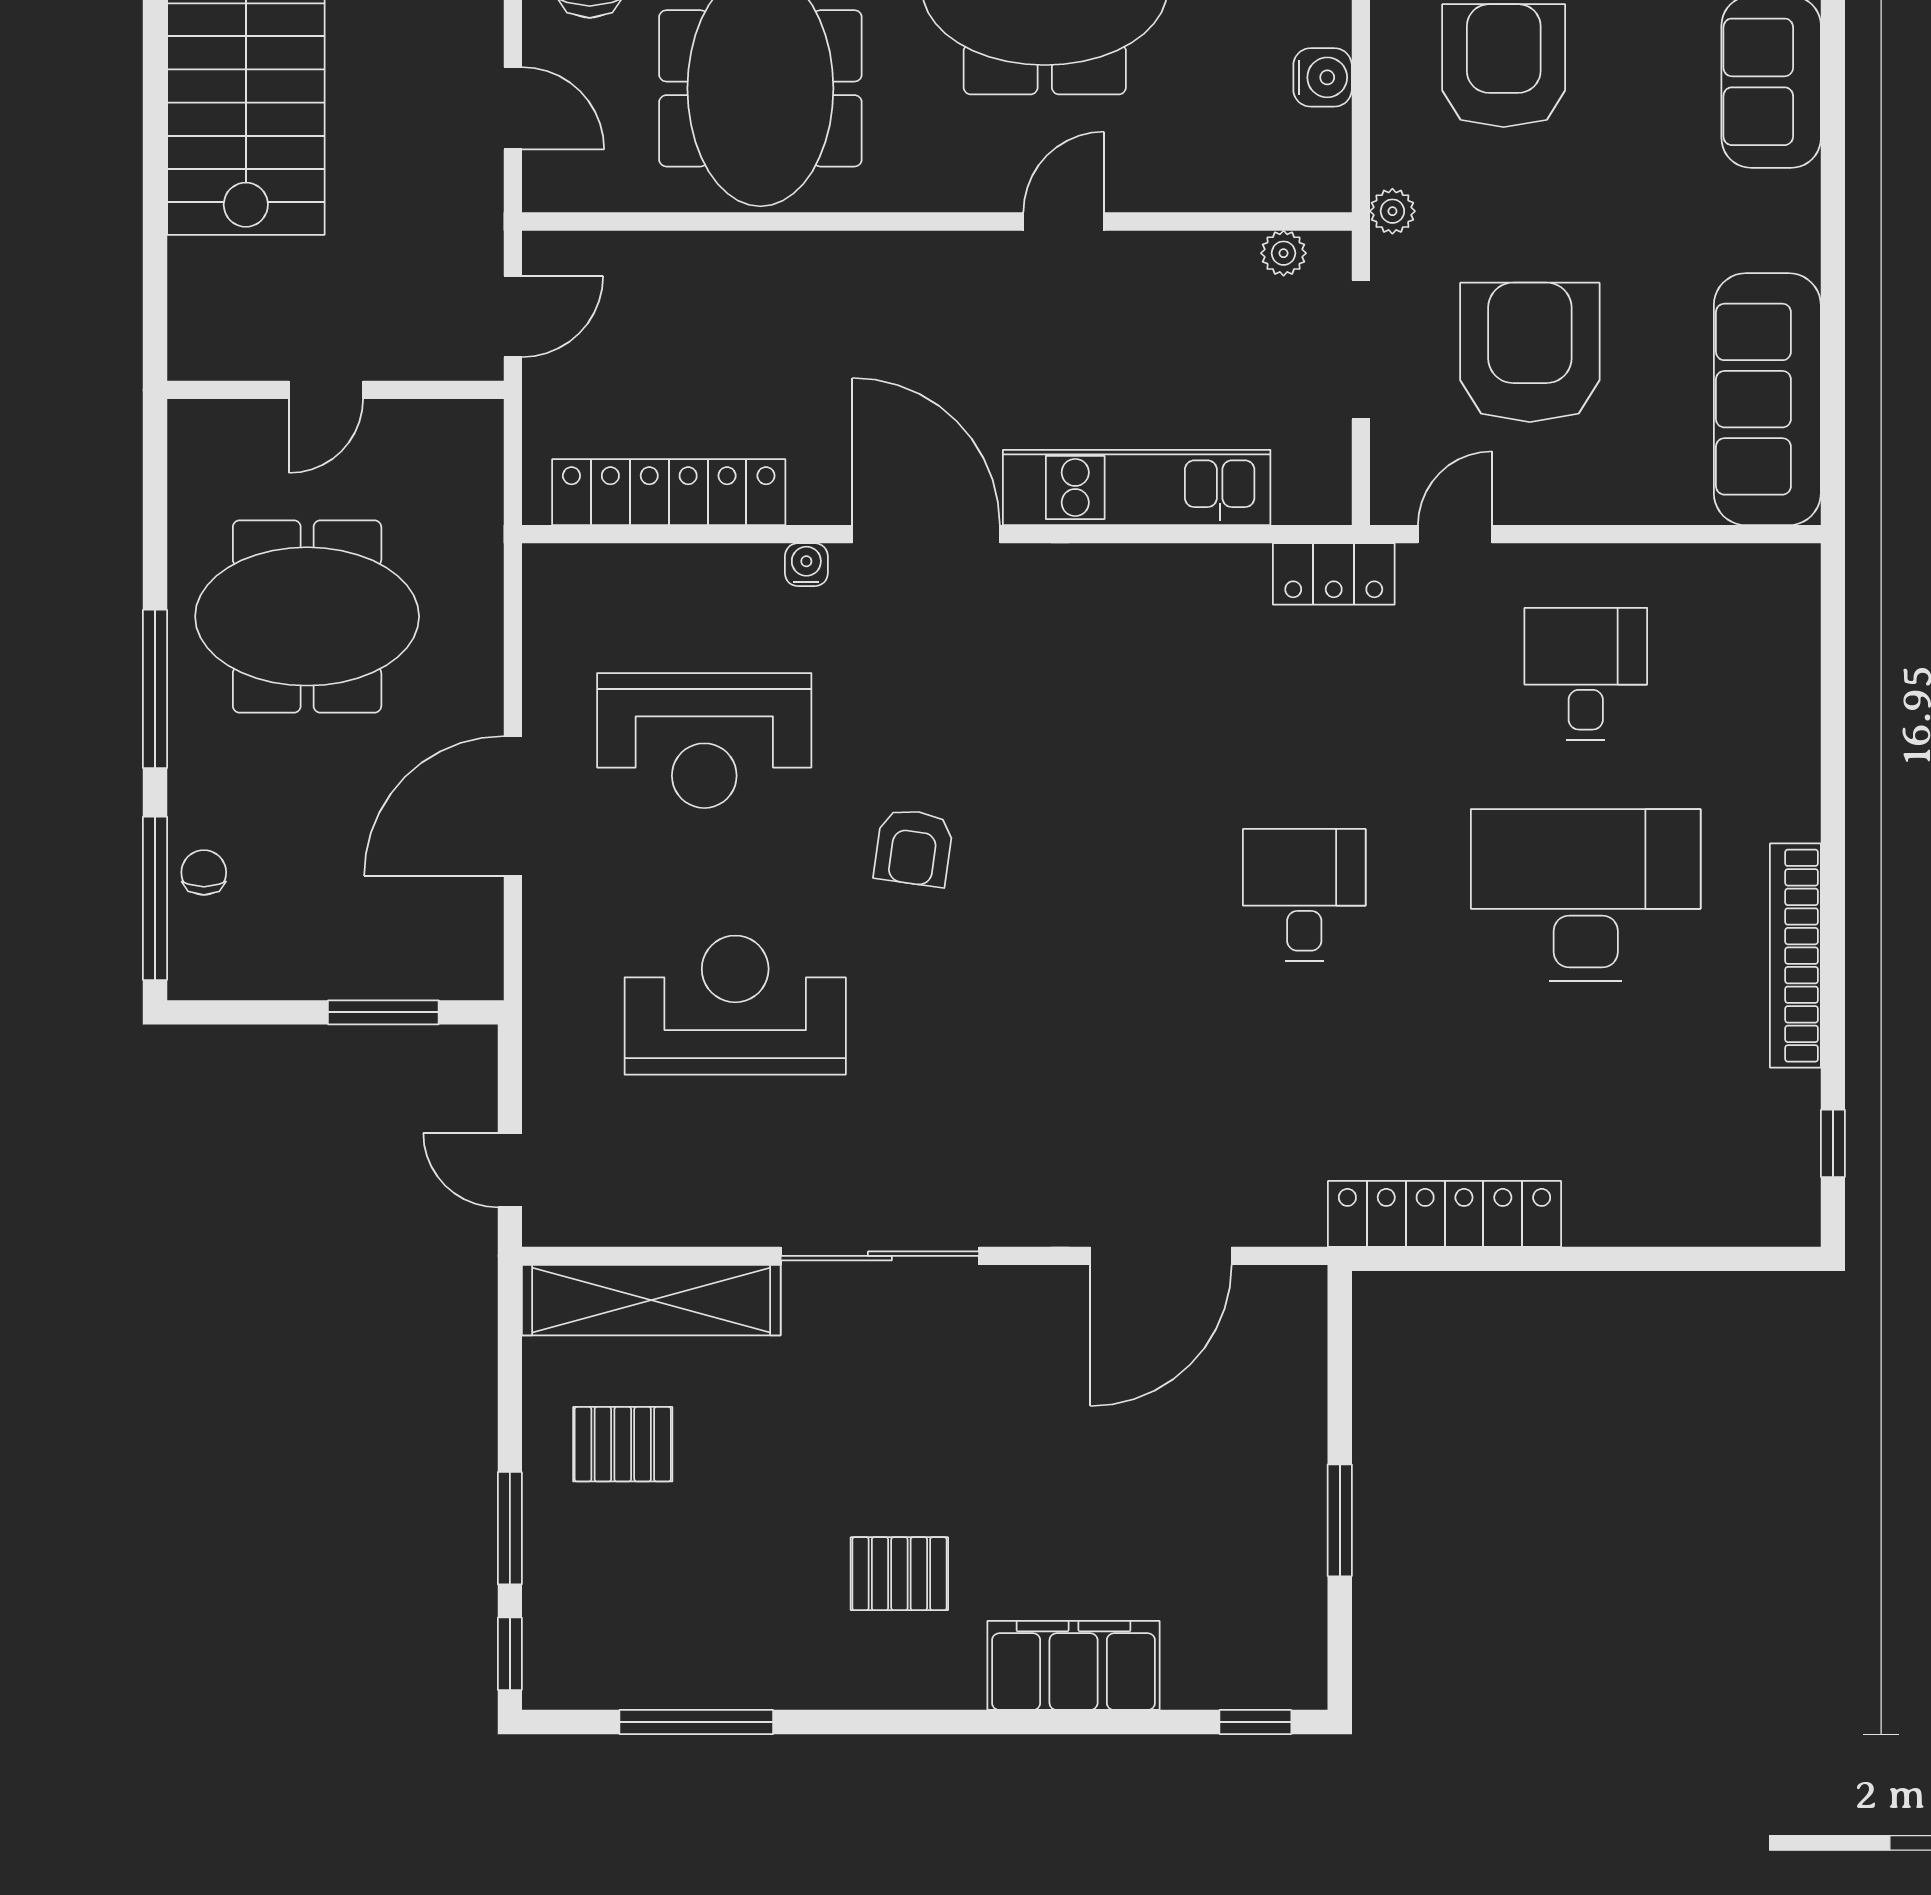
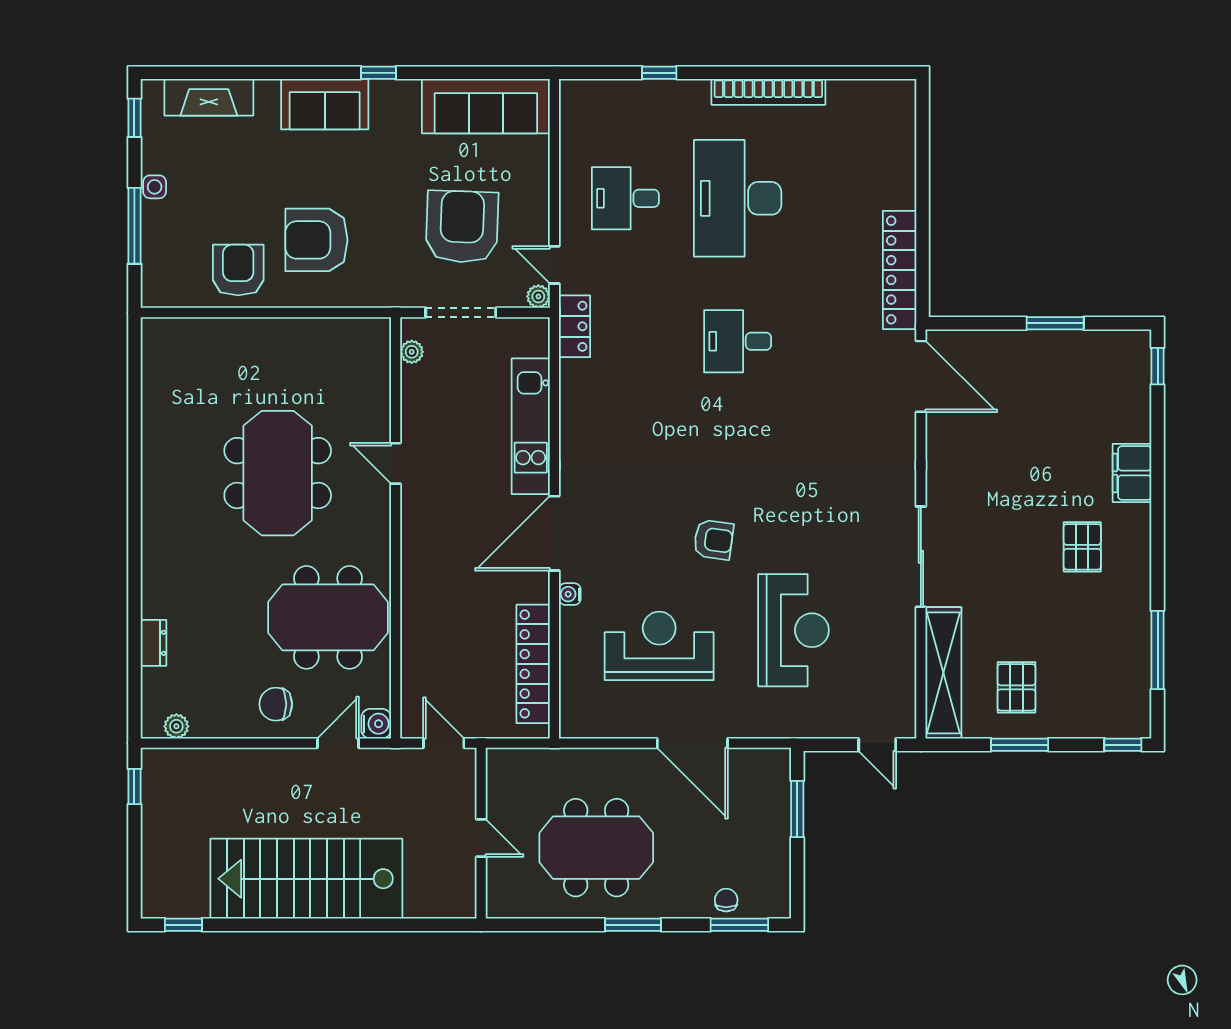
water cooler: (1323, 77) -> (376, 724), moved, turned 90
window: (1833, 188) -> (379, 73), added
plant: (1392, 211) -> (538, 296), moved
armchair: (1530, 352) -> (462, 227), turned 92
meeting table: (307, 616) -> (596, 848), turned 90
window: (155, 689) -> (633, 925), width x0.69
reception desk: (704, 741) -> (659, 646), turned -90
chair: (204, 872) -> (726, 900), turned 90
window: (155, 898) -> (739, 925), width x0.69
reception desk: (735, 1005) -> (794, 630), turned 180
window: (1833, 1143) -> (659, 73), moved
door: (510, 1170) -> (877, 745), hinge flipped
door: (1161, 1256) -> (921, 376), moved
window: (510, 1528) -> (1020, 745), moved
filing cabinet: (1074, 1665) -> (1132, 473), width x0.67, depth x0.86

